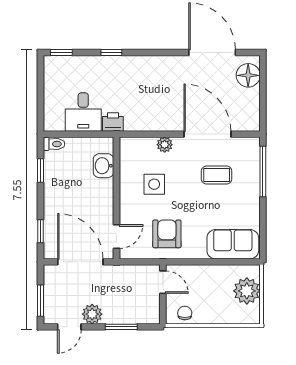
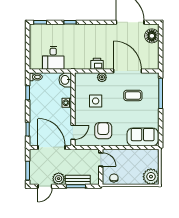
printer: (113, 122) -> (97, 64), moved
washbasin: (104, 166) -> (65, 80), moved
washing machine: (106, 187) -> (67, 103), added
plant: (247, 291) -> (151, 177), moved
bench: (124, 316) -> (78, 180), added

